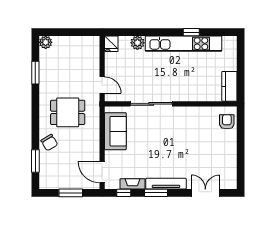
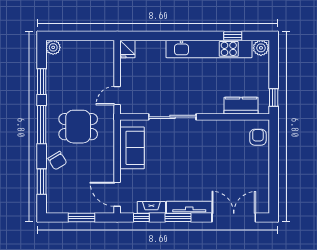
window: (191, 32) -> (233, 36), moved
plant: (137, 43) -> (261, 48), moved
door: (102, 85) -> (117, 96), swing flipped
kitchen counter: (229, 86) -> (241, 106), moved, turned 90
window: (241, 87) -> (274, 97), added
window: (35, 111) -> (42, 125), added
double door: (205, 193) -> (234, 217), width x1.37

